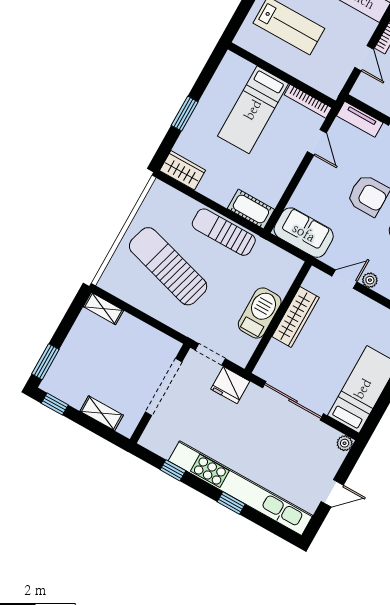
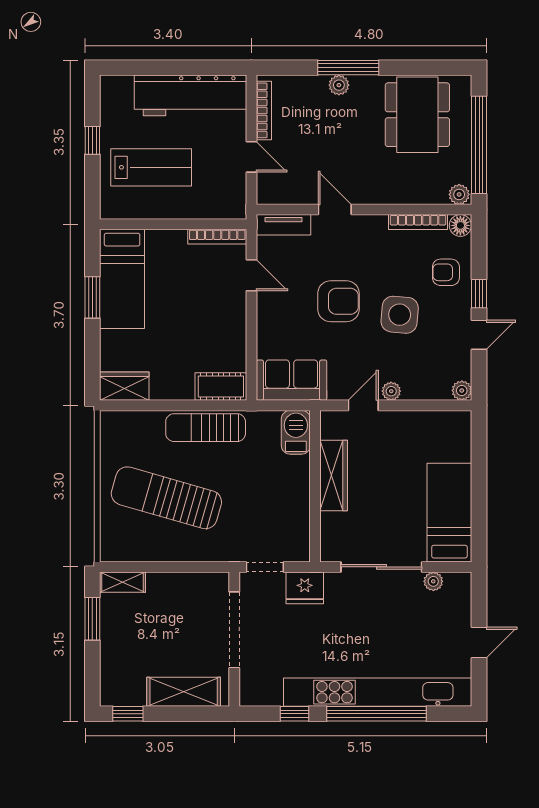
bed: (253, 110) -> (122, 279), moved
window: (185, 114) -> (92, 297), moved
barbecue: (260, 313) -> (296, 432), moved, width x0.73, depth x0.83
window: (45, 362) -> (92, 619), moved
shelving: (102, 413) -> (184, 692), width x1.50, depth x1.33
plant: (345, 443) -> (433, 581), moved
window: (231, 503) -> (377, 714), width x3.17

